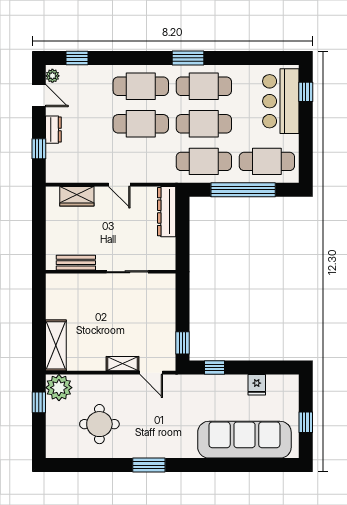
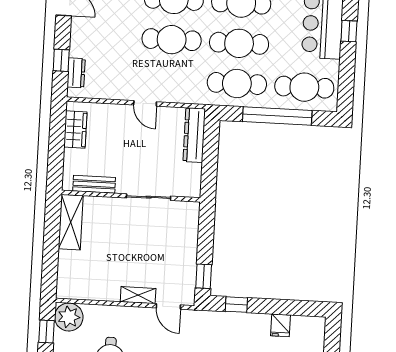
window: (306, 92) -> (349, 31), moved
dresser: (53, 130) -> (76, 73), moved
wardrobe: (77, 196) -> (75, 130), moved, turned -90
shelving: (56, 345) -> (71, 222), moved

